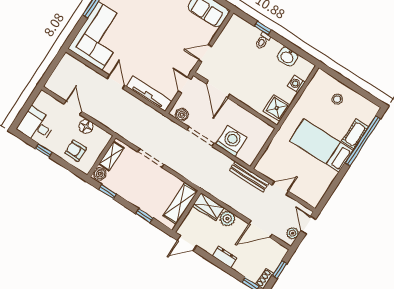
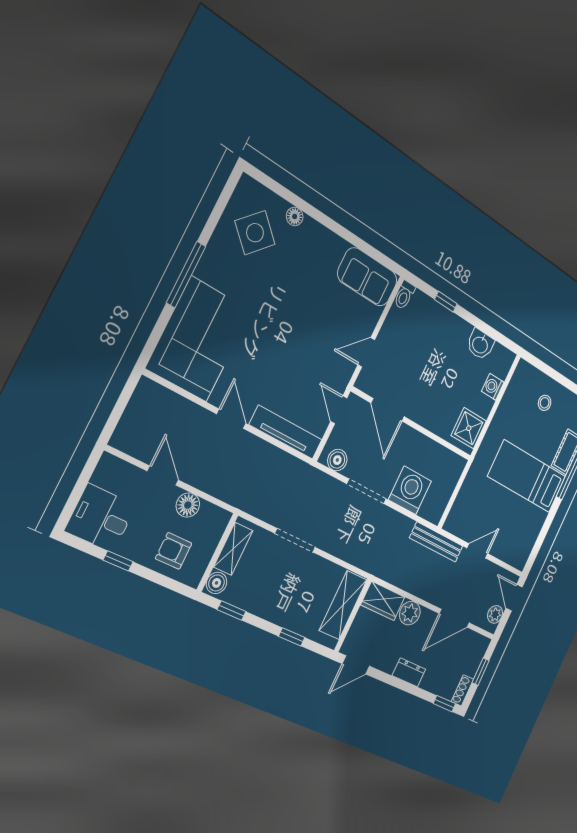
toilet: (263, 41) -> (404, 295), moved

